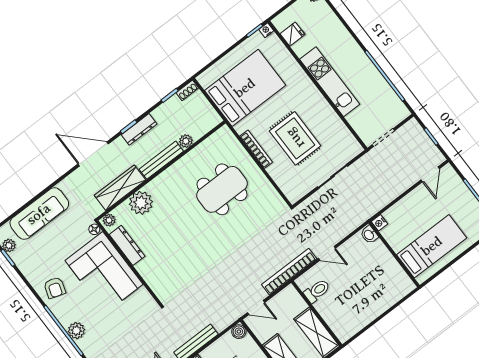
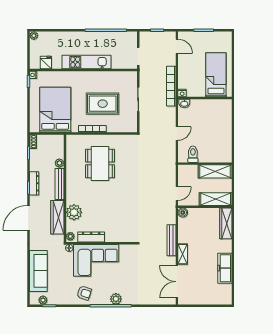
bookcase: (289, 272) -> (171, 86), moved

